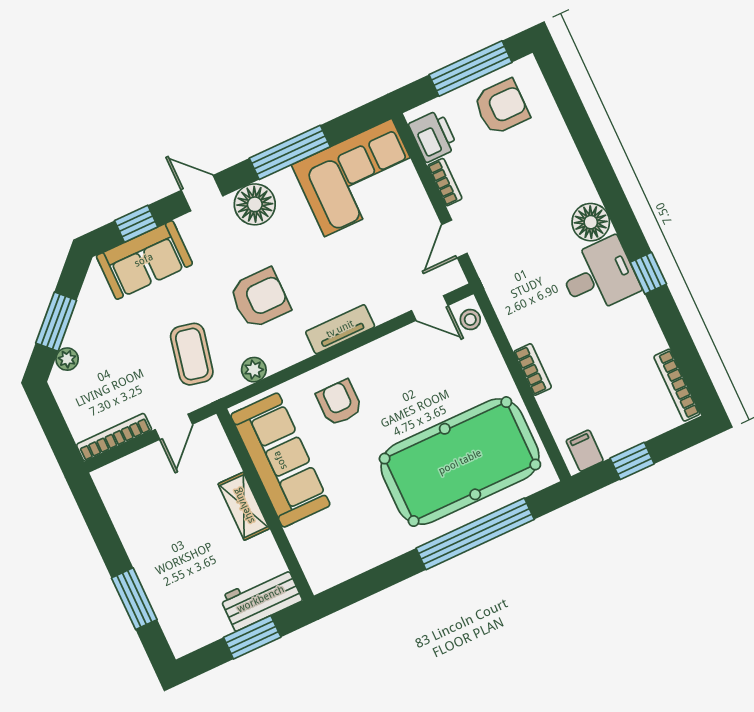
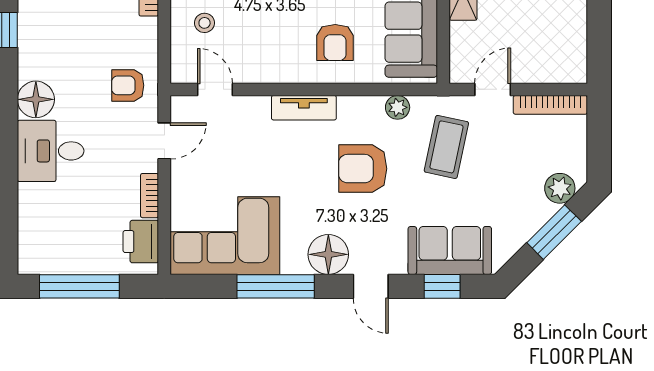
armchair: (501, 107) -> (128, 85), moved, width x0.72, depth x0.72
desk: (599, 276) -> (51, 151), moved
stool: (470, 319) -> (205, 23), moved
plant: (67, 359) -> (560, 188), width x1.38, depth x1.38

